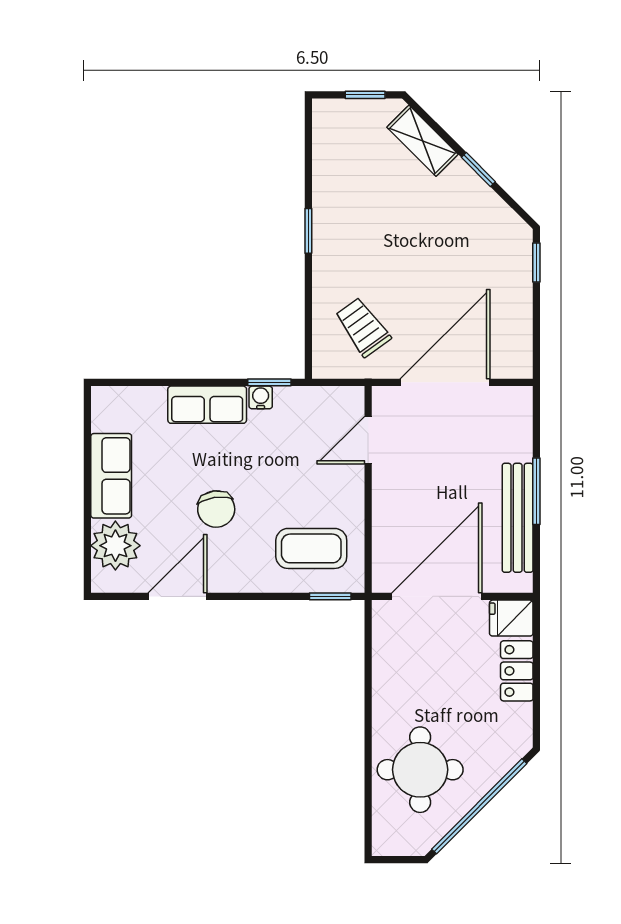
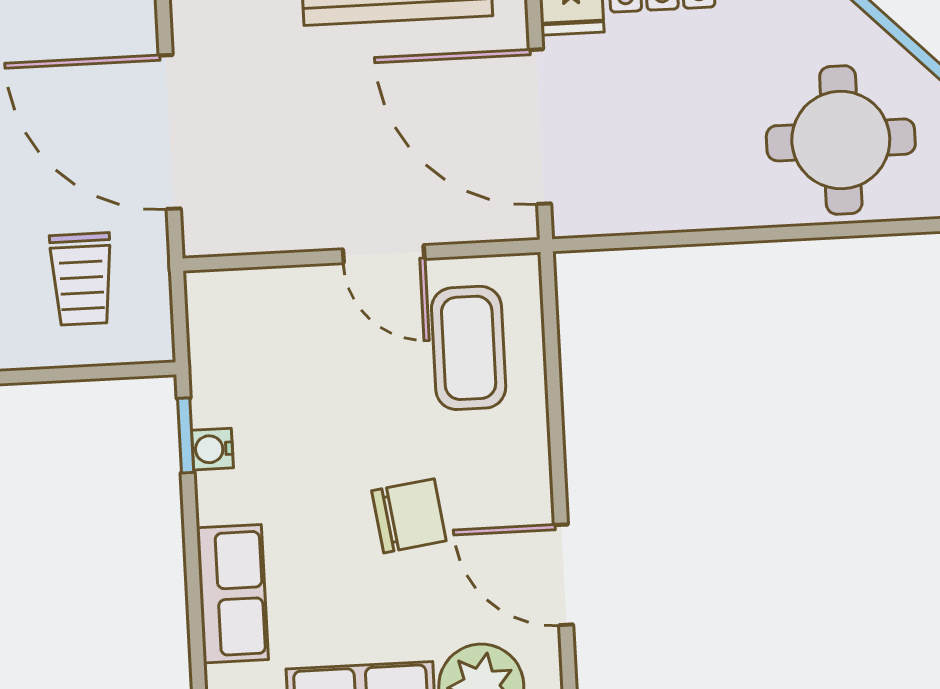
trolley: (363, 327) -> (82, 279), turned -54
row of seats: (207, 405) -> (232, 594), moved
door: (368, 440) -> (384, 254), moved
window: (330, 596) -> (550, 311), removed

